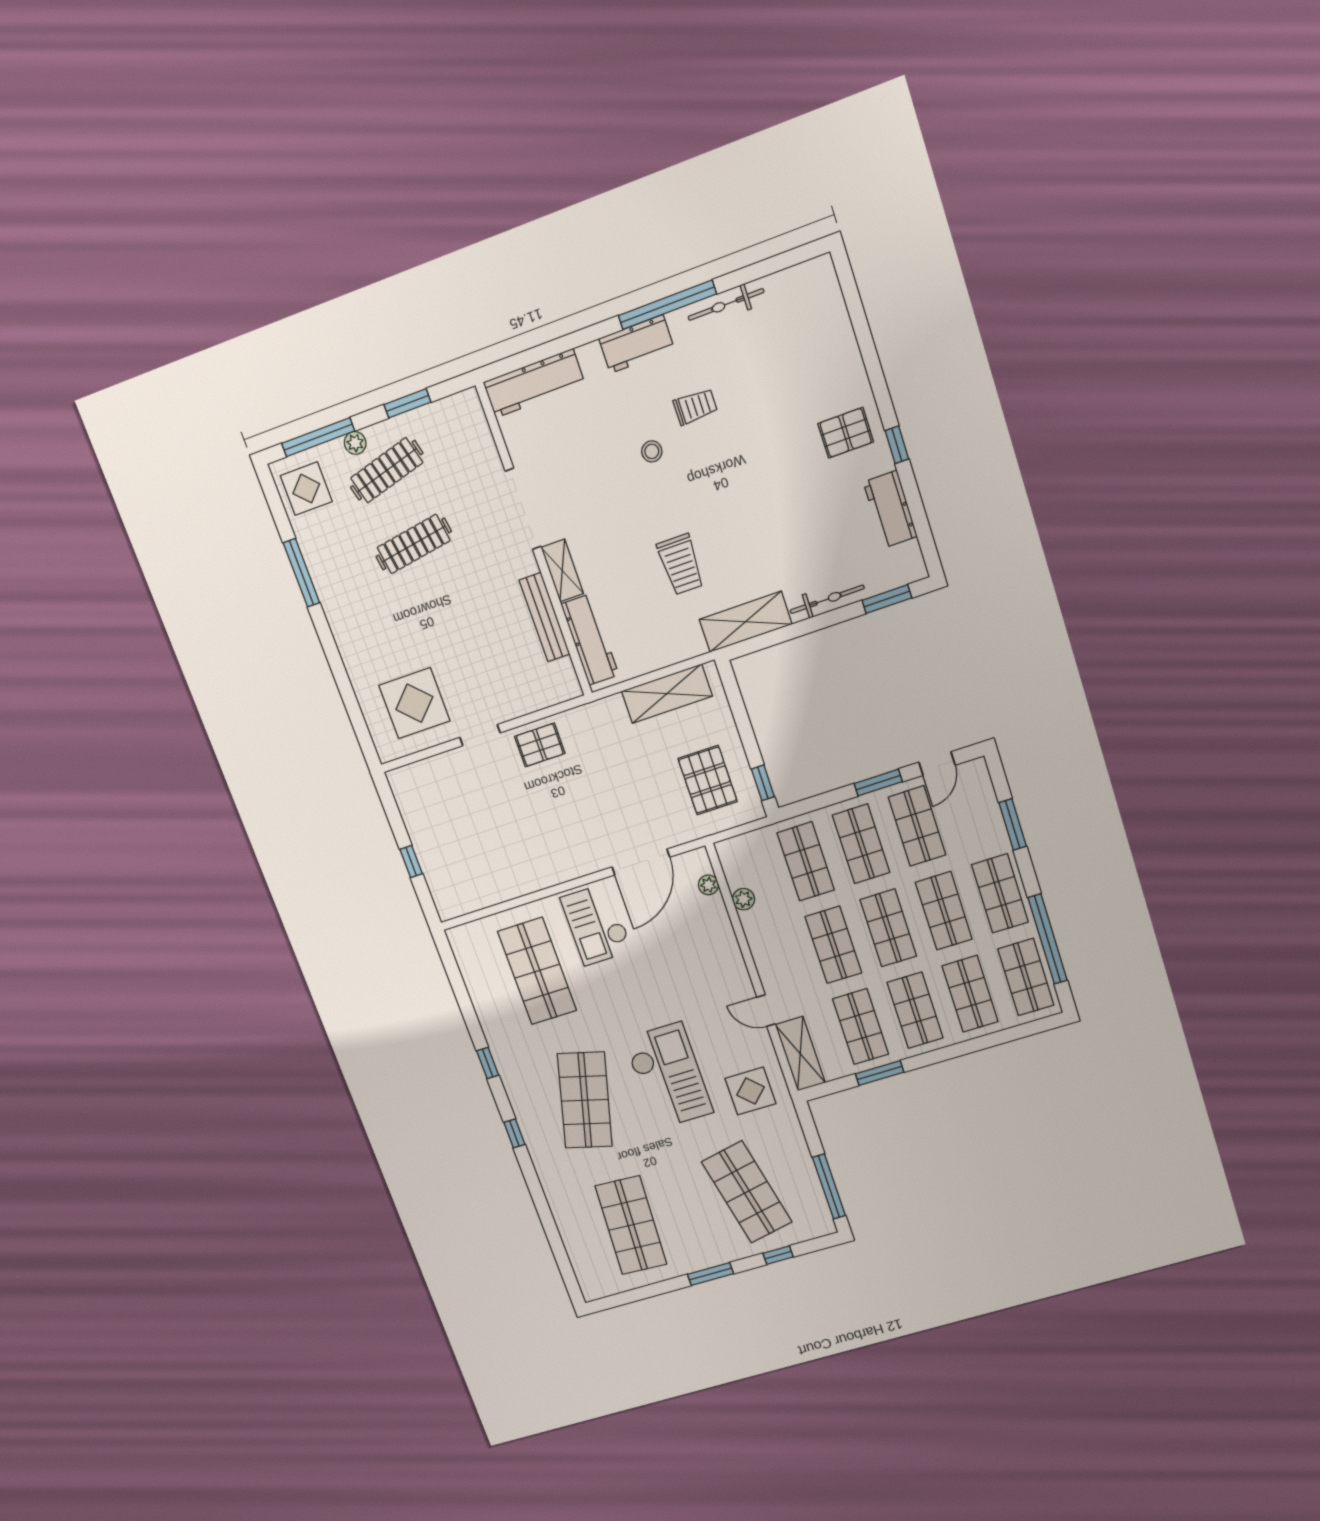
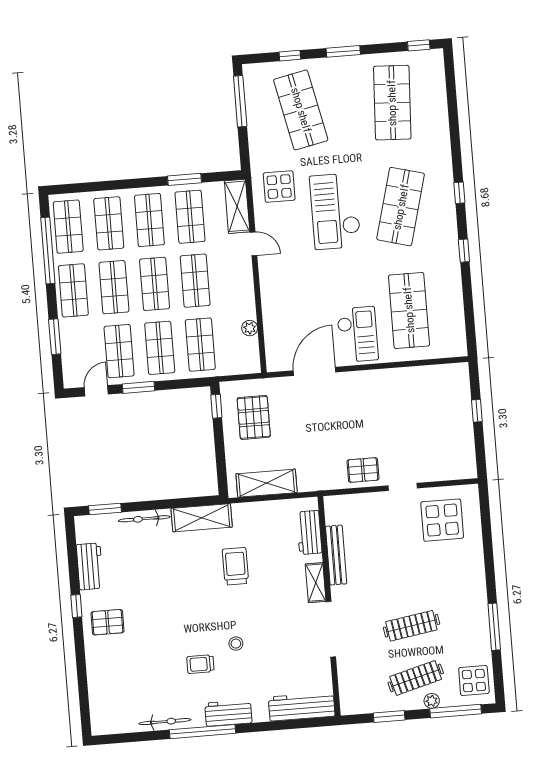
workbench: (590, 640) -> (309, 532), width x0.73
plant: (708, 885) -> (272, 344), removed
window: (617, 1300) -> (419, 45), added

